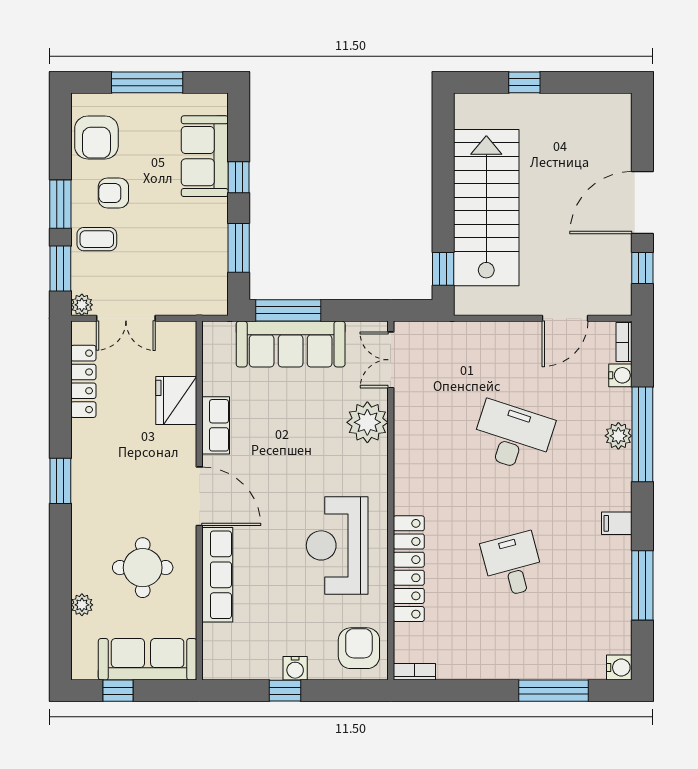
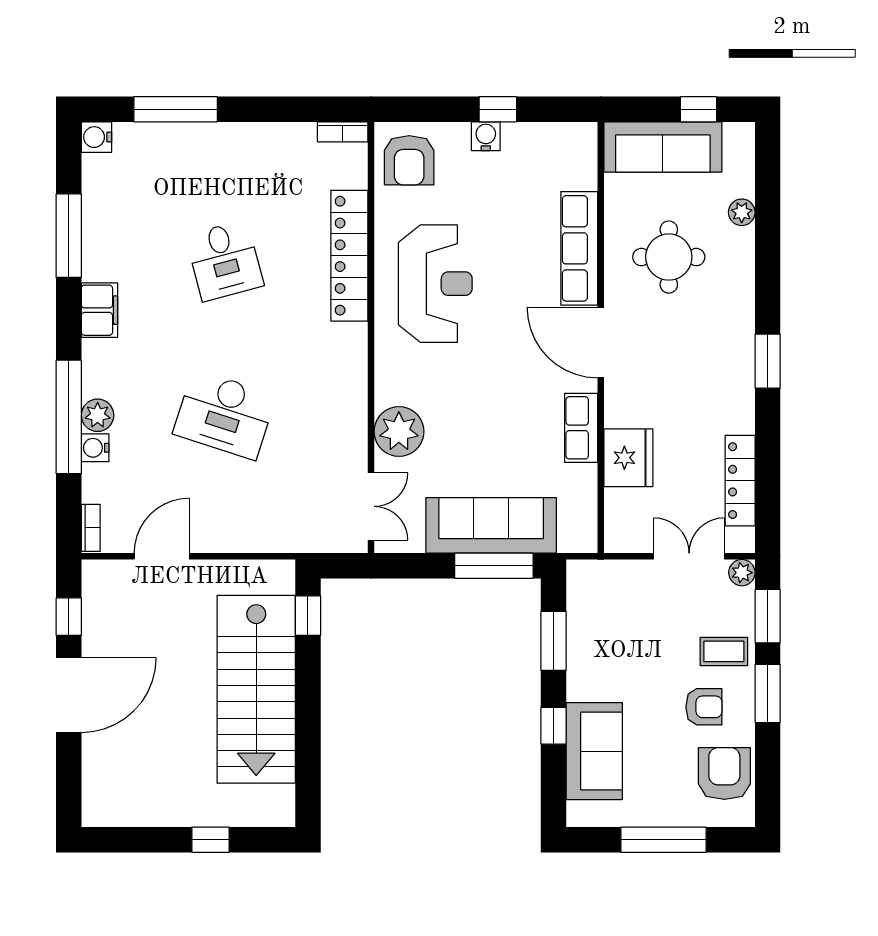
water cooler: (620, 375) -> (95, 448), moved
filing cabinet: (617, 523) -> (99, 310), width x2.00

